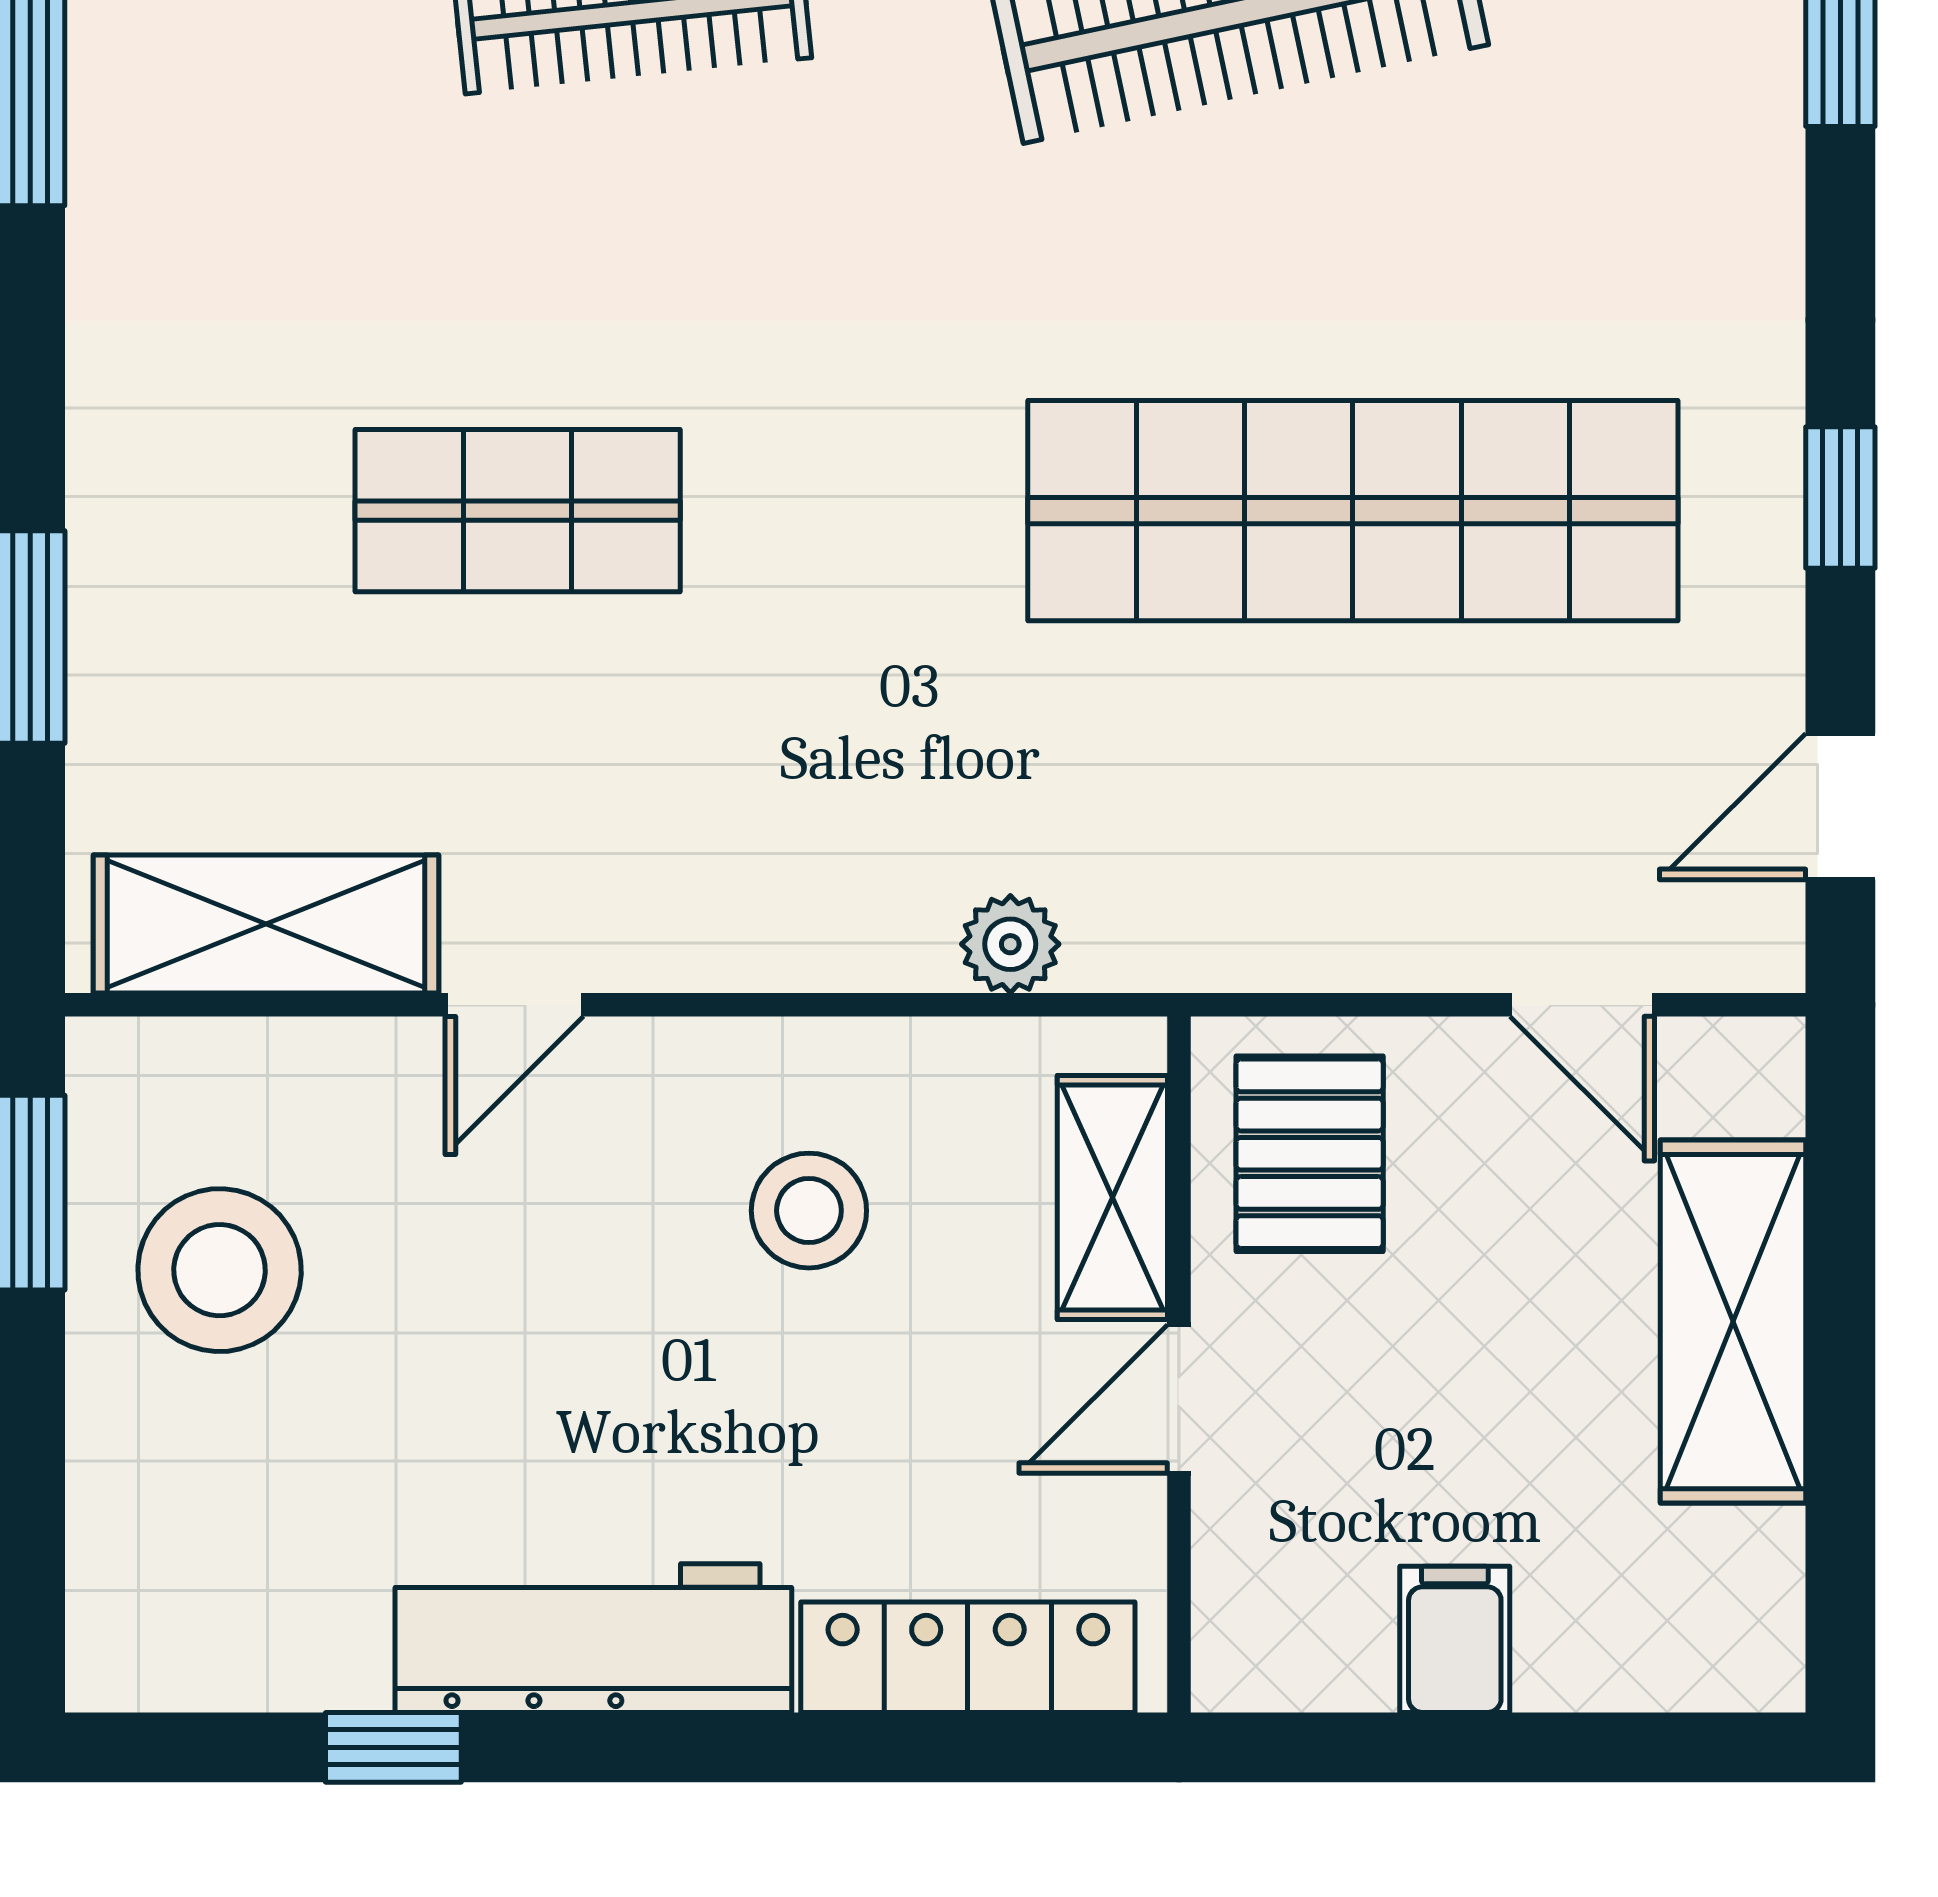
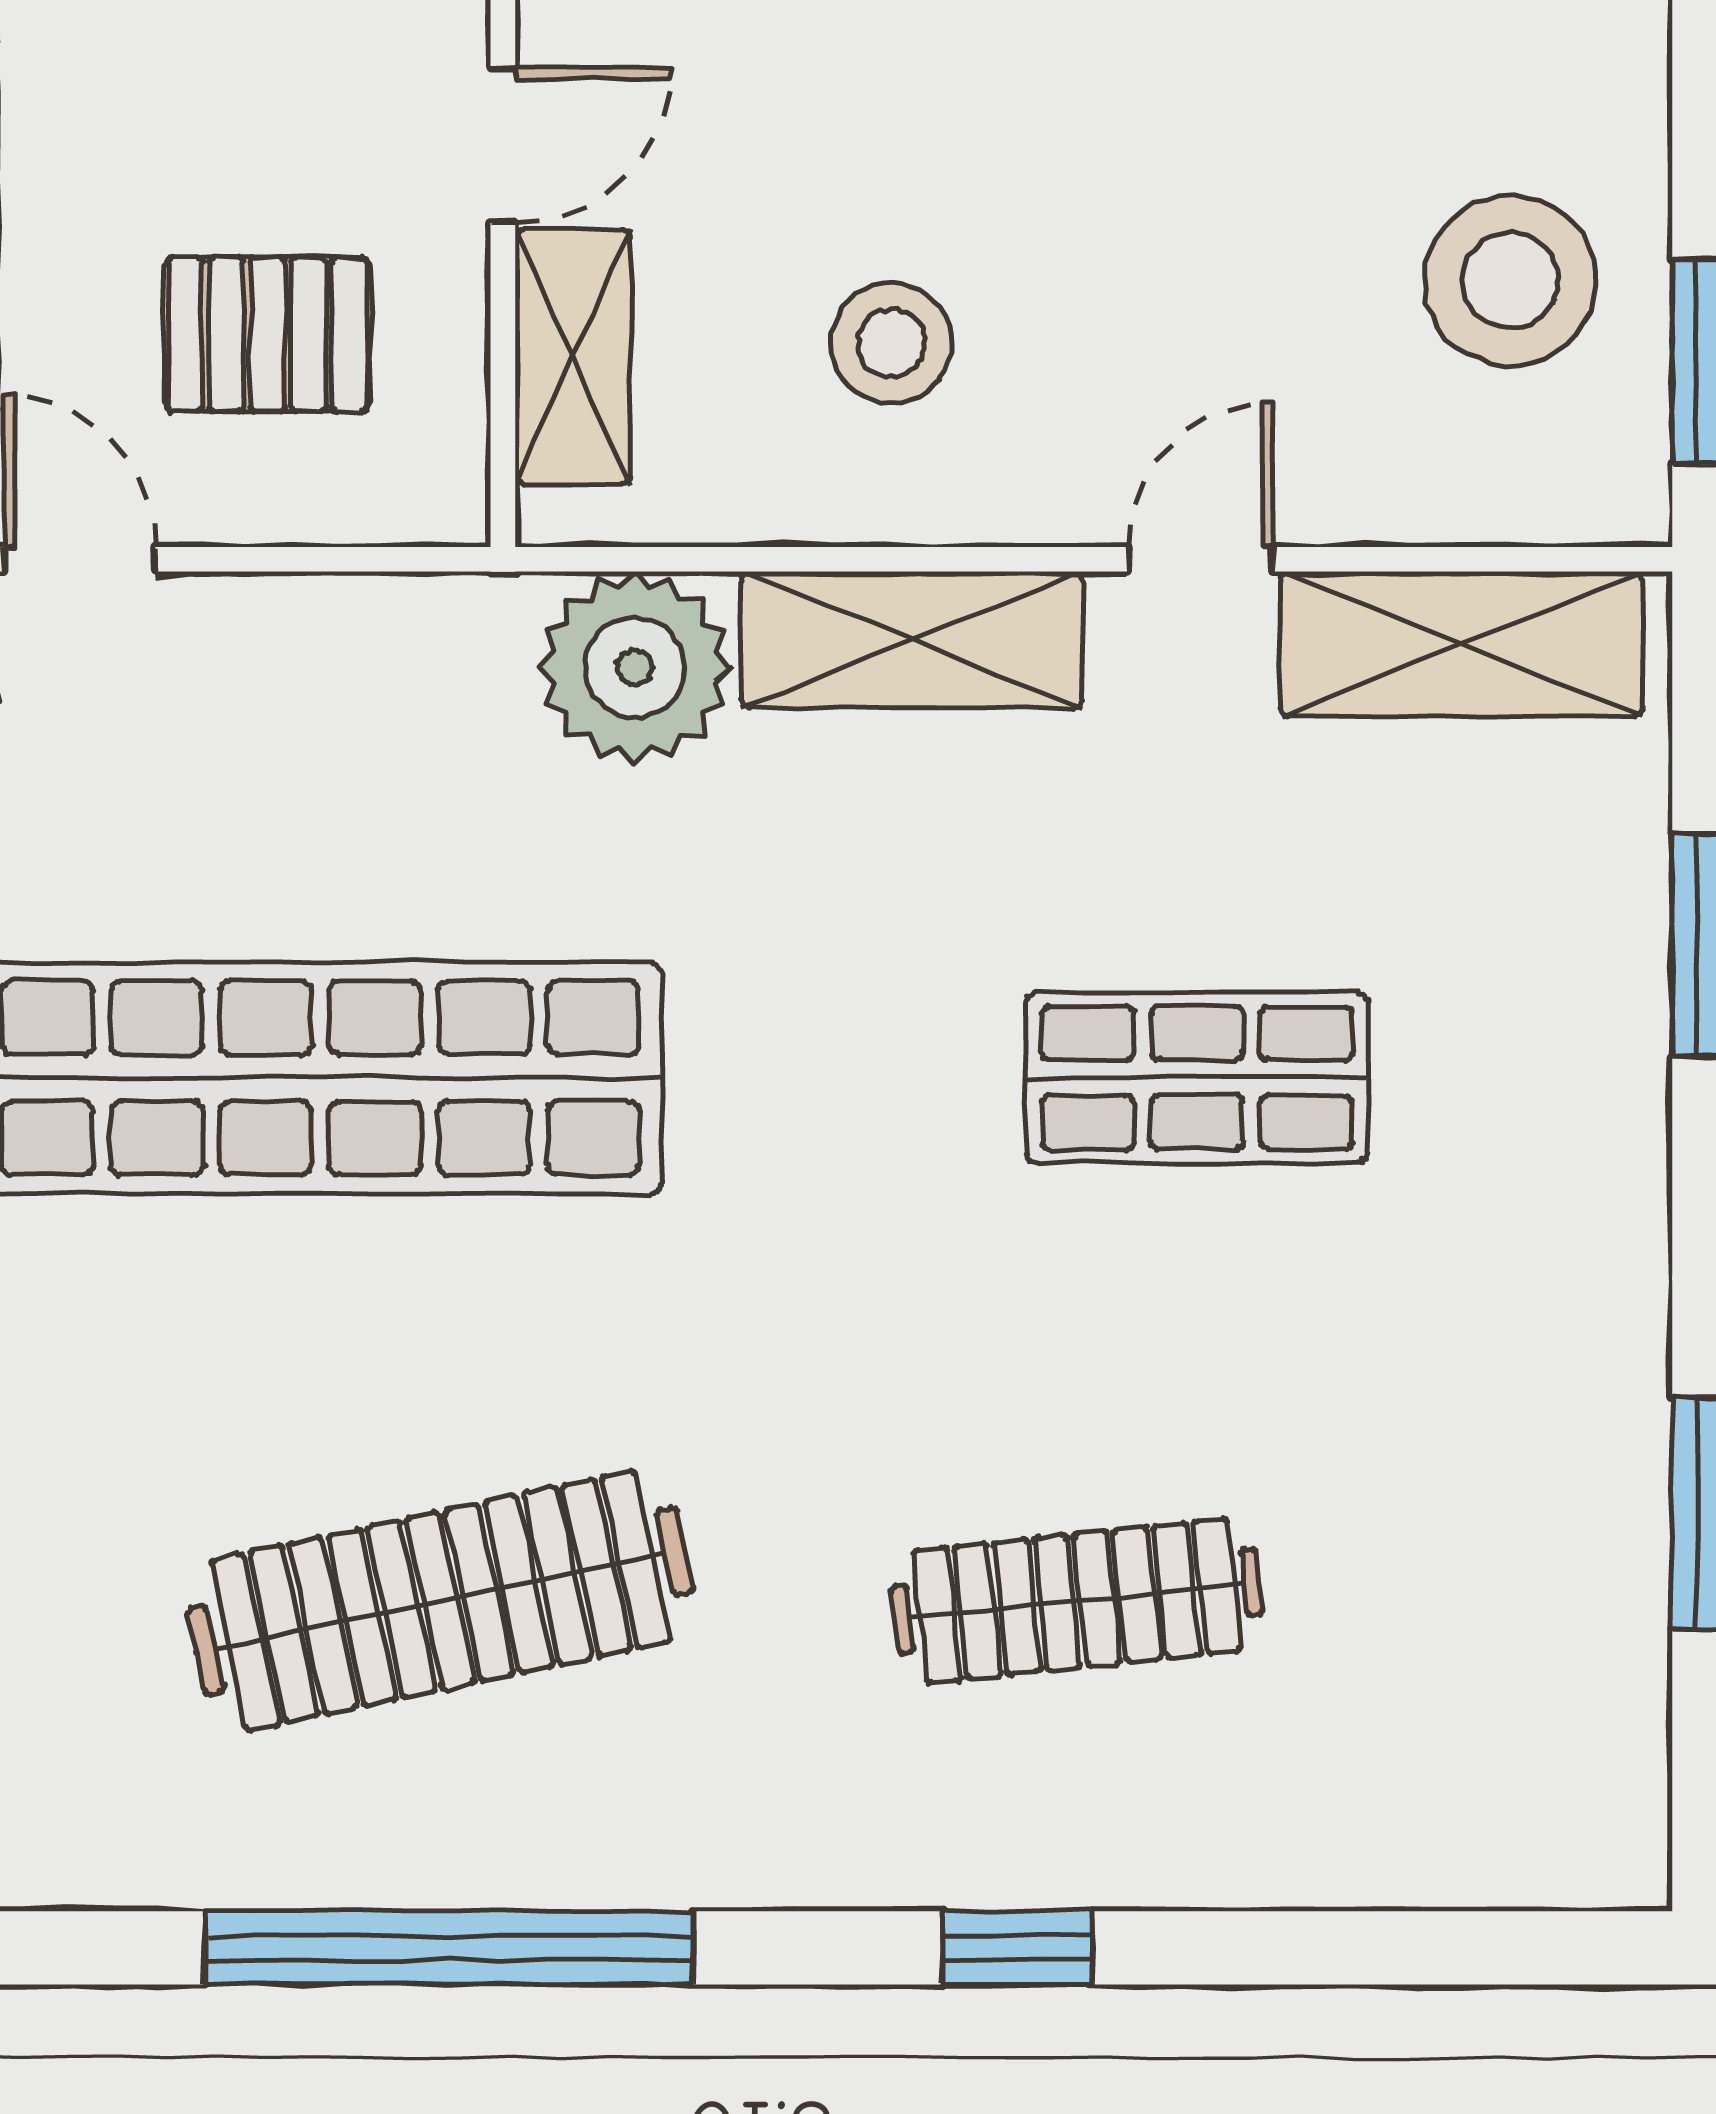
shelving: (789, 928) -> (912, 640), added
plant: (1010, 944) -> (635, 668), width x1.88, depth x1.88
pallet: (1310, 1154) -> (267, 334), moved, turned 90

